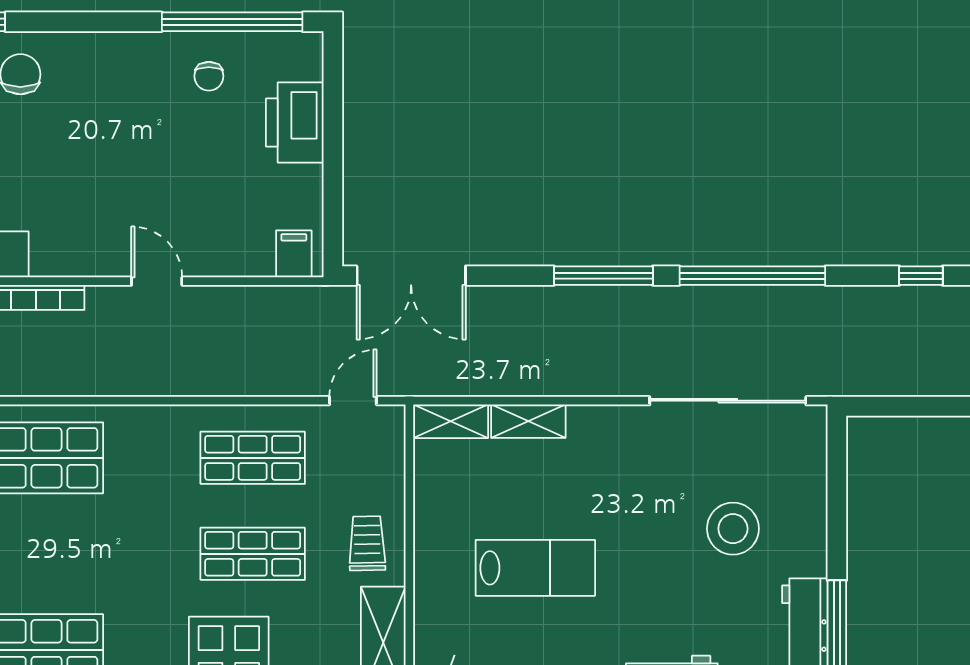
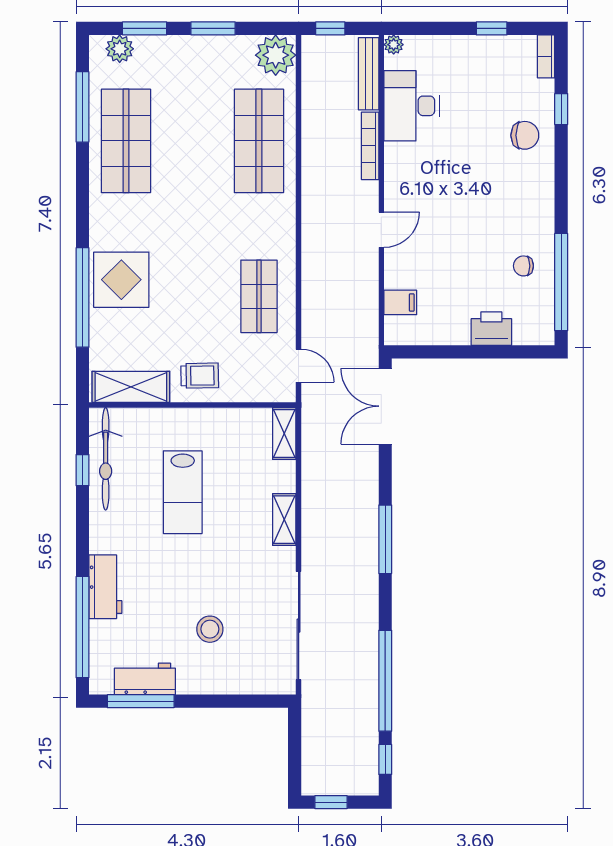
printer: (295, 122) -> (491, 329), width x0.73, depth x0.84
filing cabinet: (294, 254) -> (400, 302), moved
window: (752, 276) -> (385, 681), moved
shelving: (528, 421) -> (284, 520), moved
stool: (733, 529) -> (210, 629), width x0.73, depth x0.73
shop shelf: (253, 554) -> (192, 296), removed

